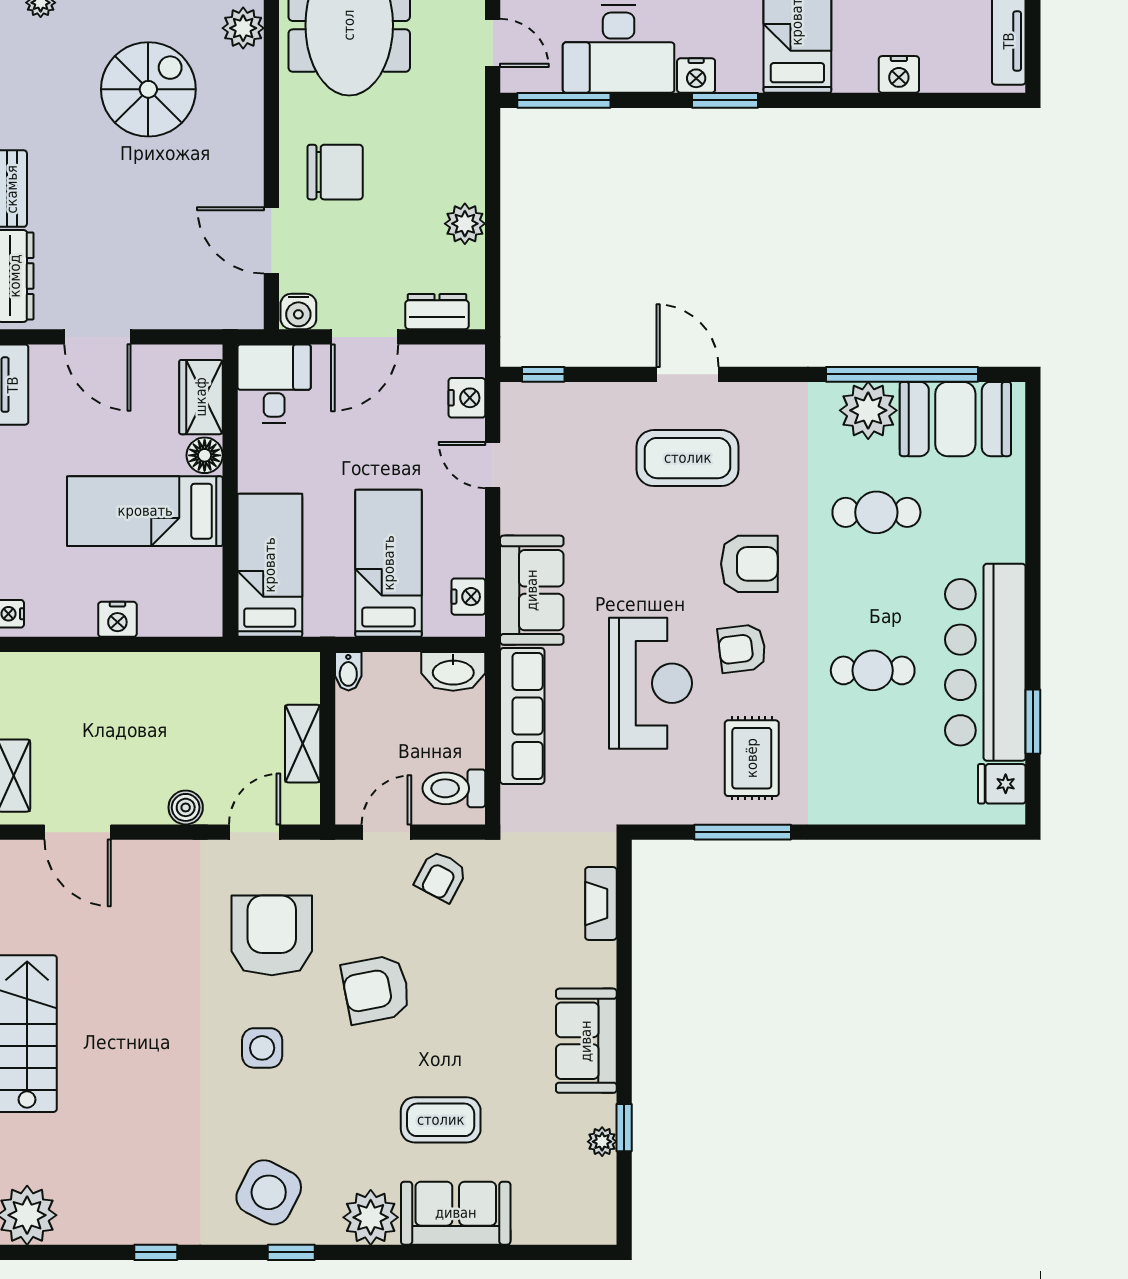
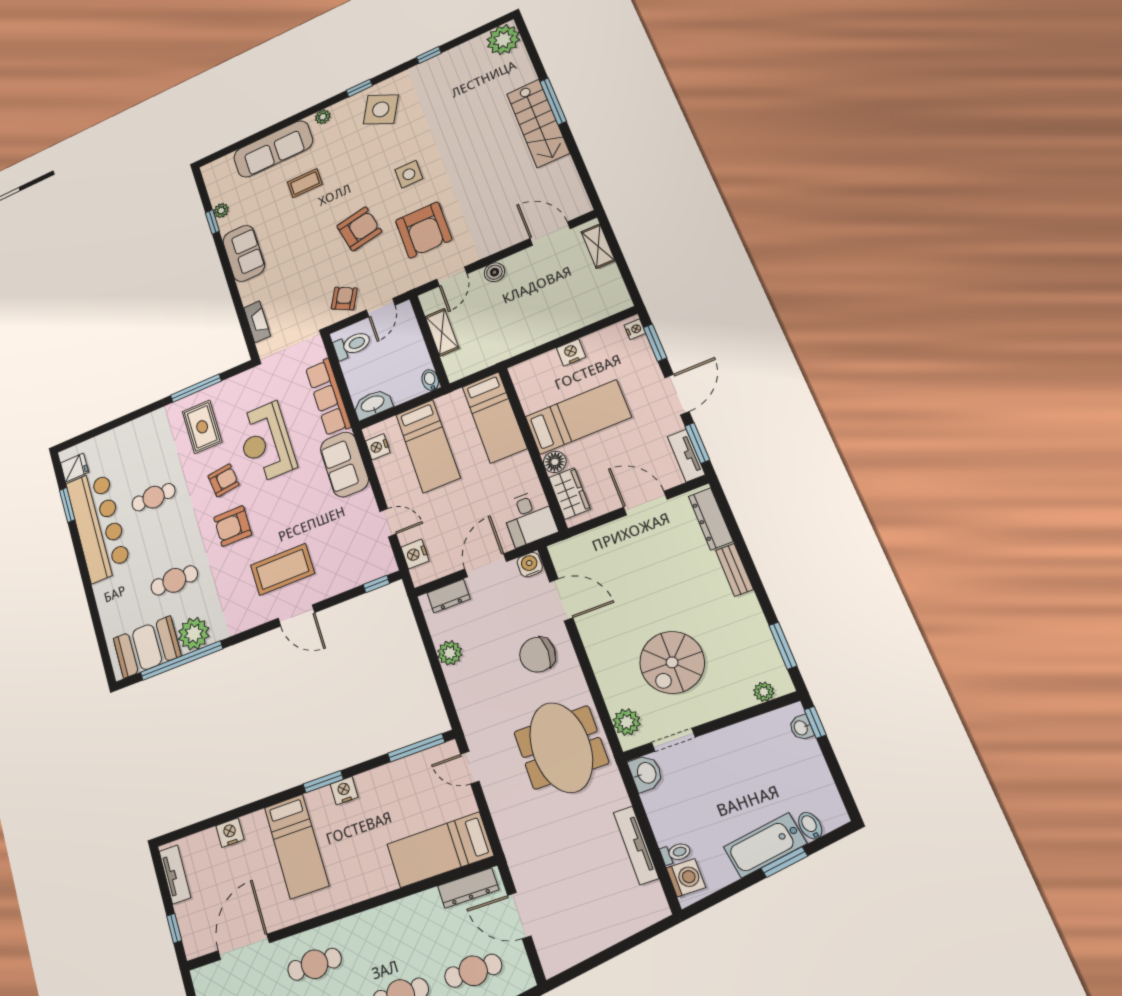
desk: (619, 49) -> (394, 791), removed
coffee table: (441, 1120) -> (305, 183), width x0.73, depth x0.77
sofa: (456, 1213) -> (273, 149), width x1.36
plant: (371, 1217) -> (323, 117), width x0.53, depth x0.53

